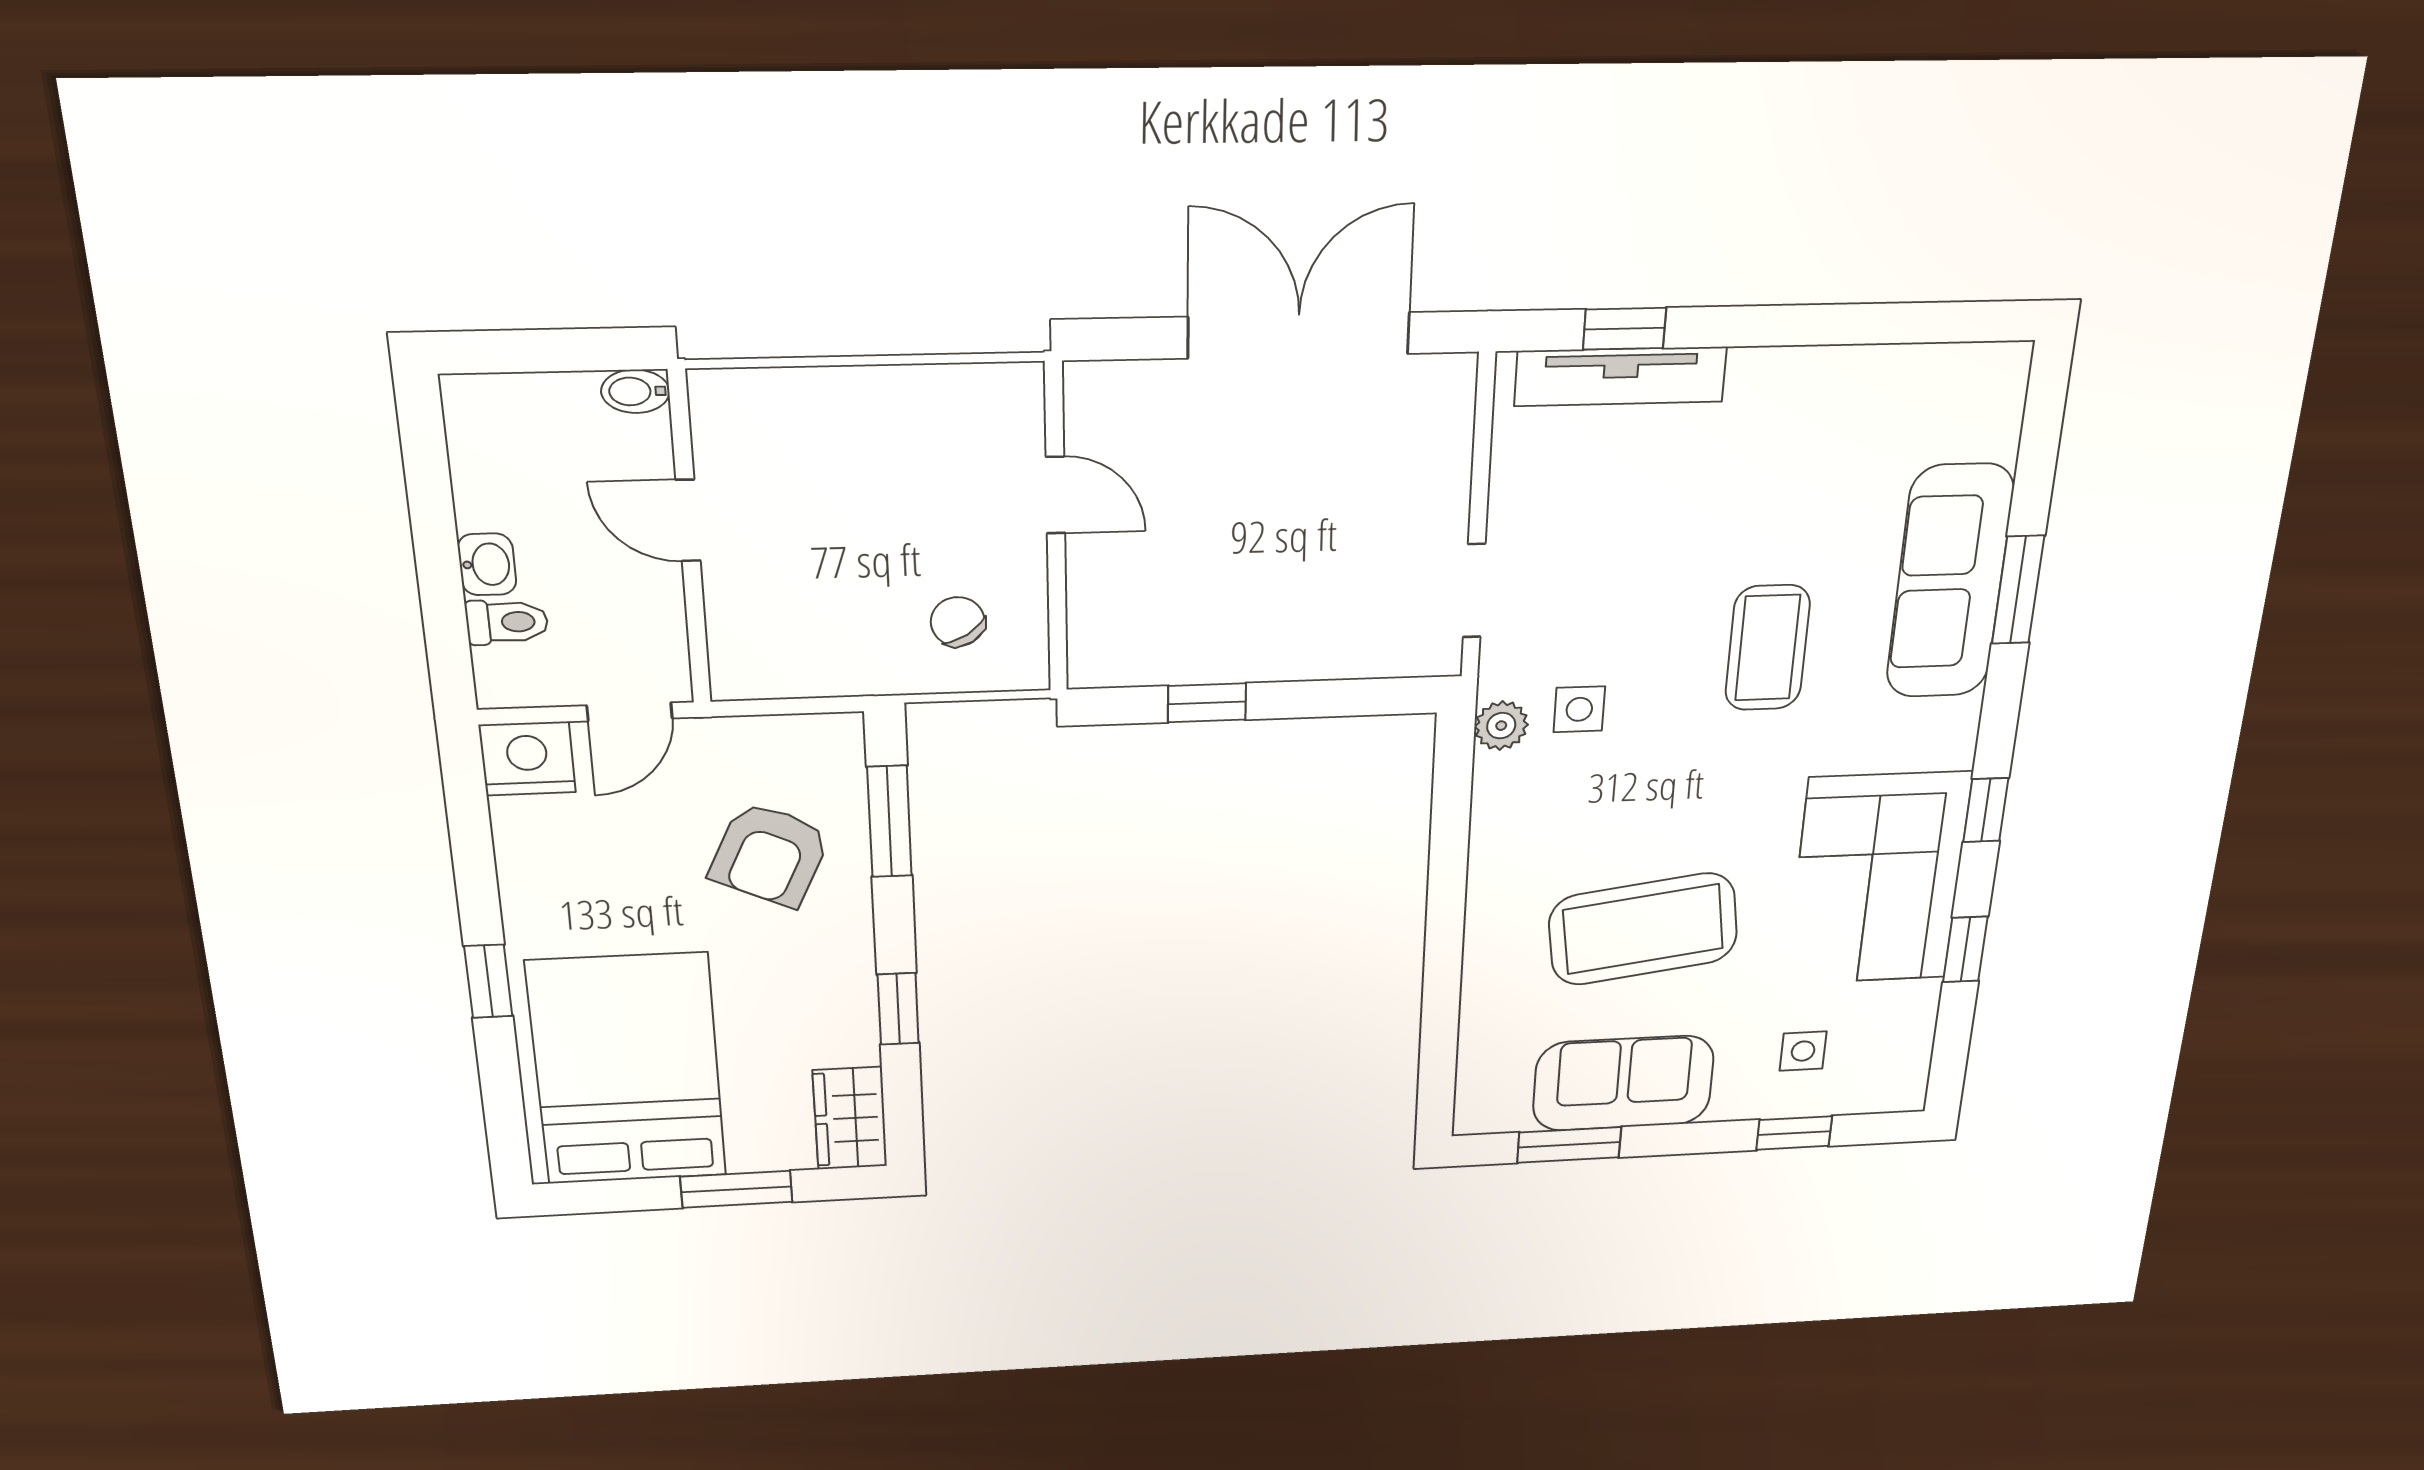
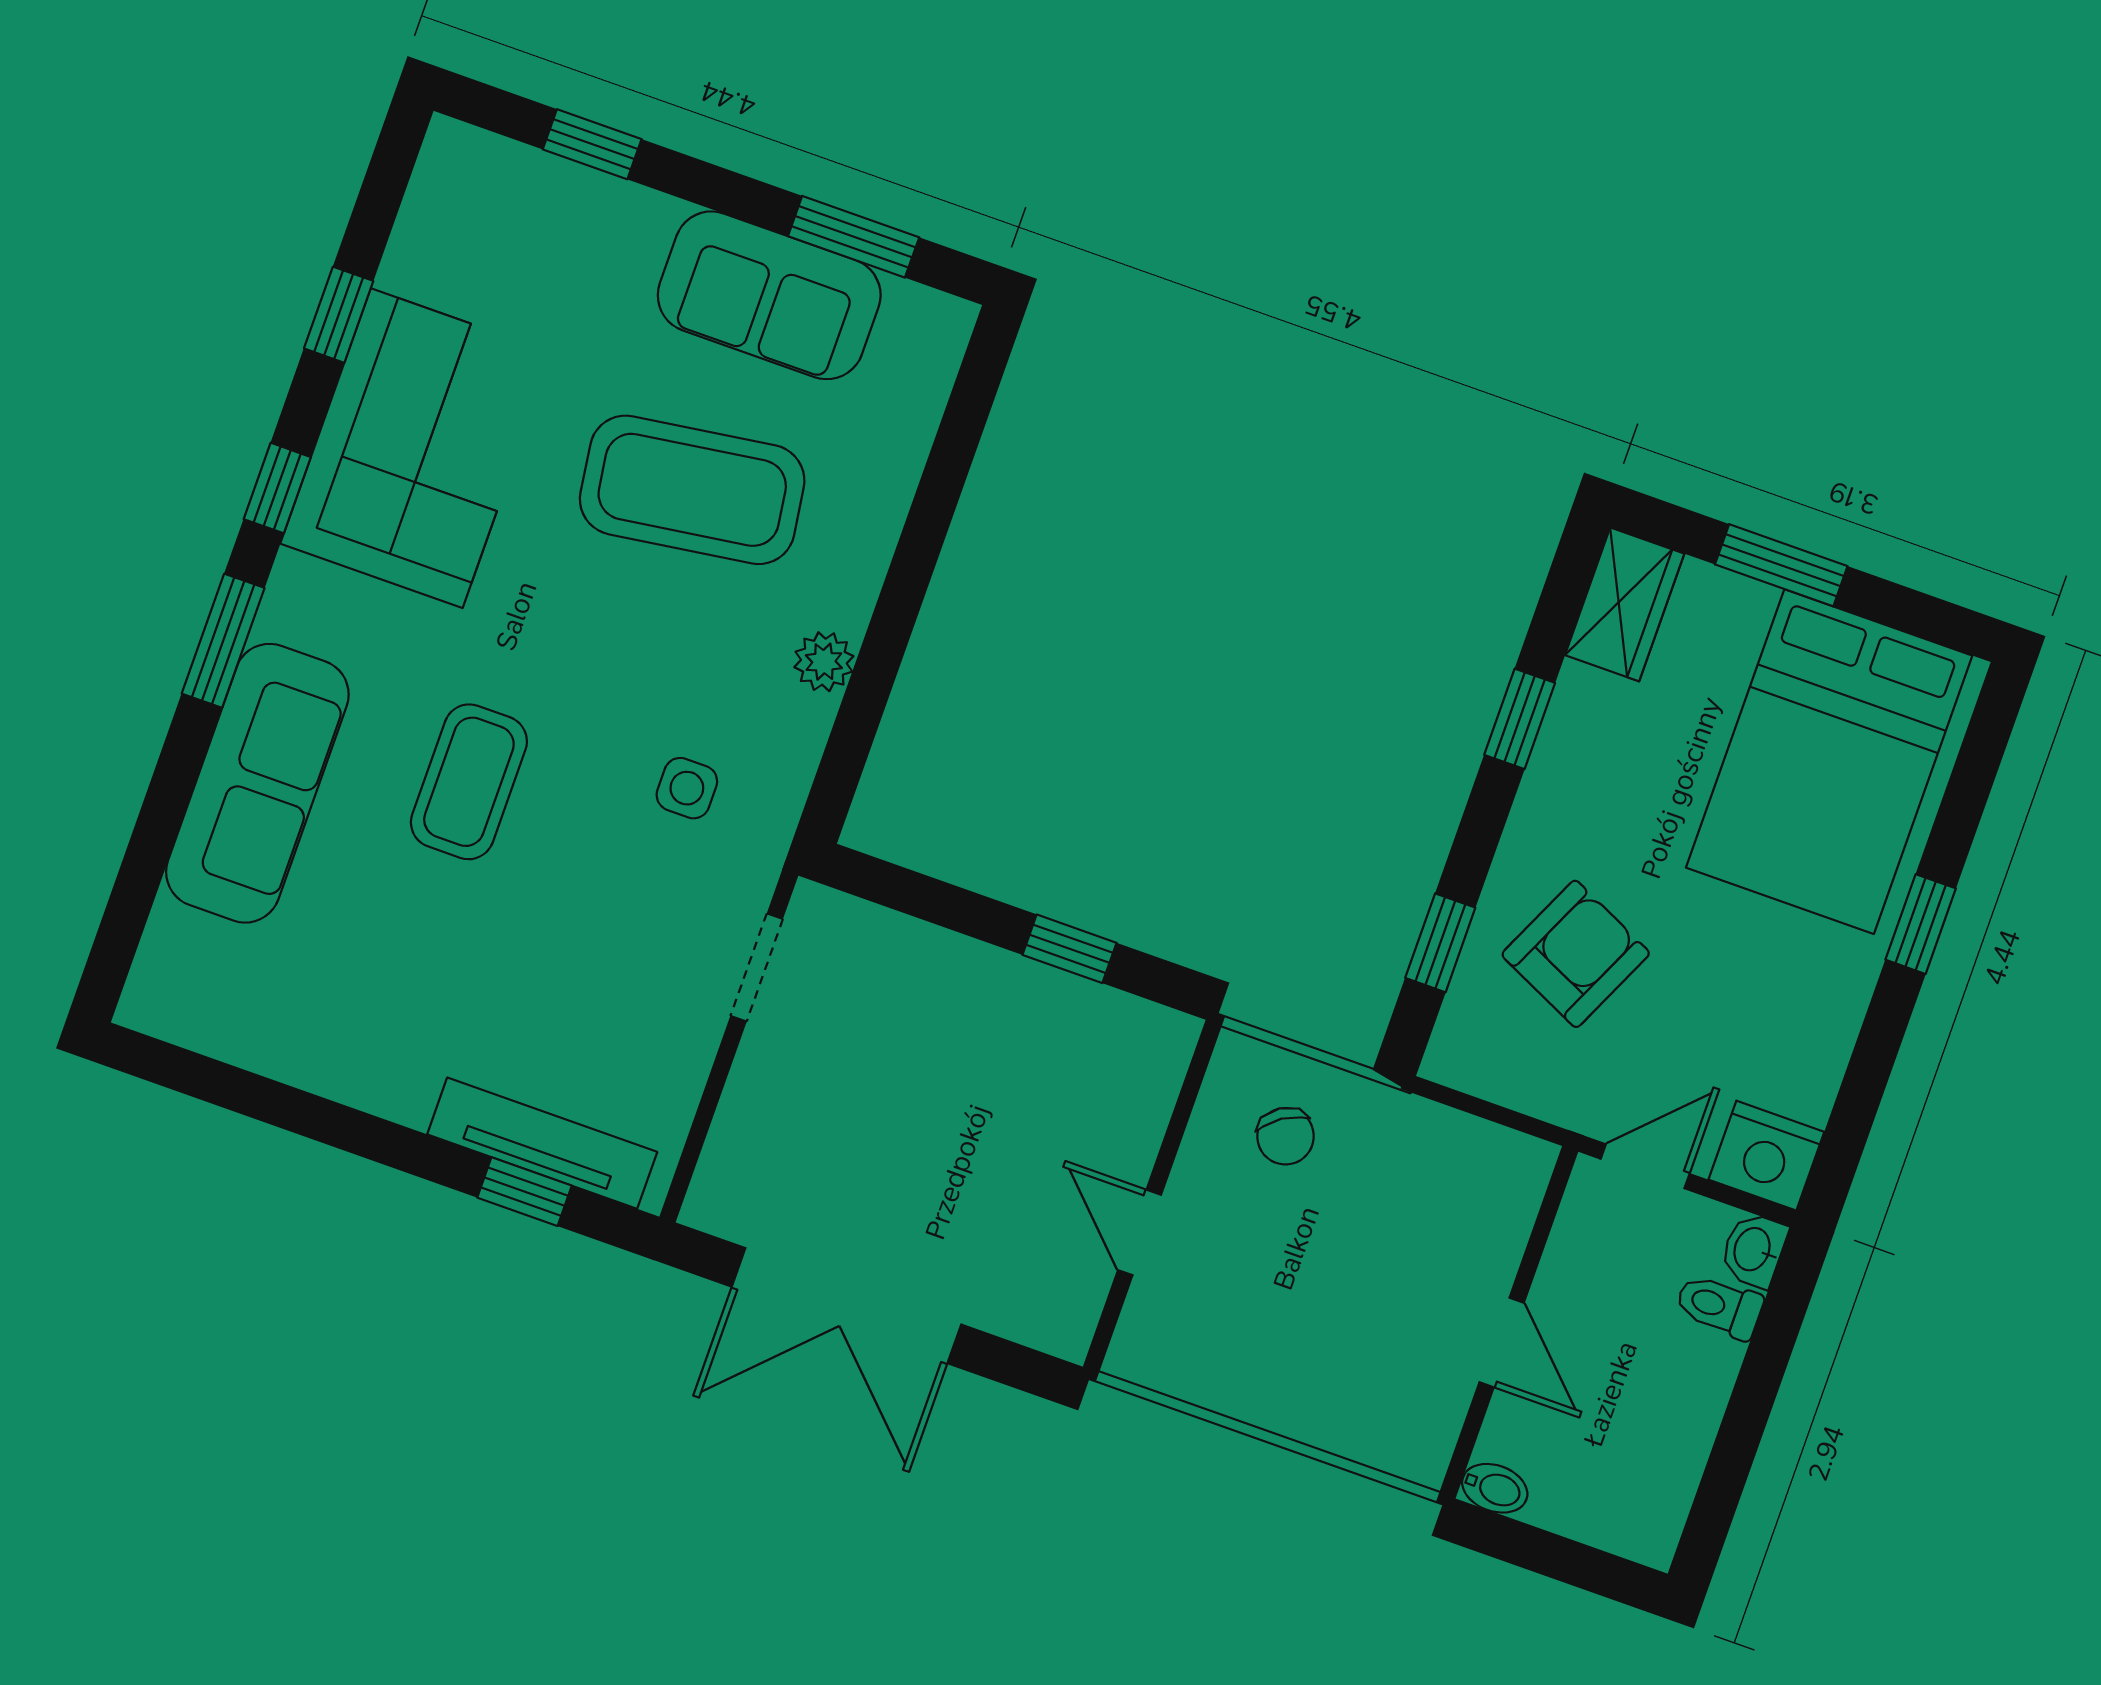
washbasin: (487, 564) -> (1754, 1250), moved
window: (2018, 590) -> (223, 641), moved
plant: (1501, 726) -> (824, 662), moved
window: (889, 822) -> (1440, 943), width x0.67
side table: (1803, 1051) -> (555, 254), removed

